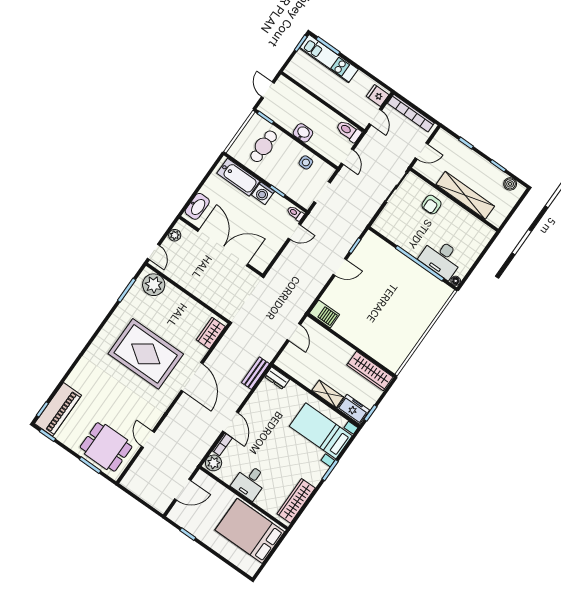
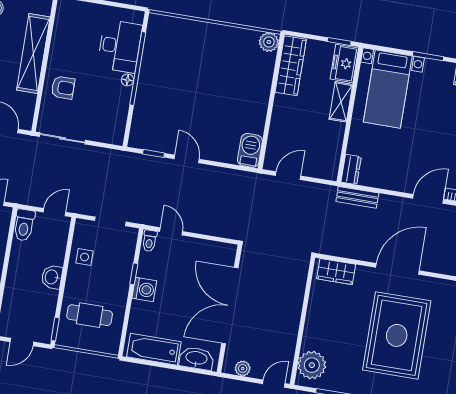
bathtub: (238, 177) -> (154, 349), moved, turned -90
floor lamp: (456, 281) -> (127, 80), moved
plant: (394, 364) -> (269, 42), added

